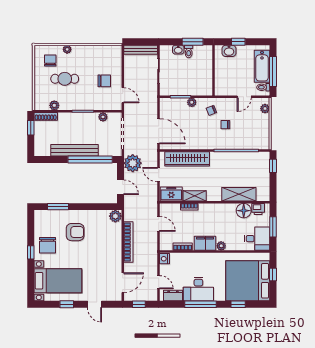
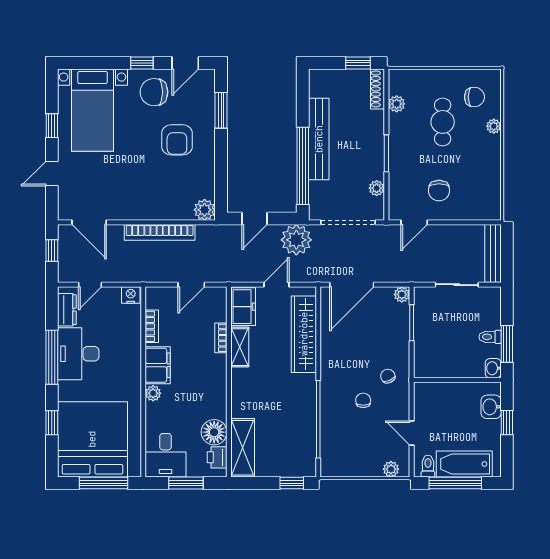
washbasin: (178, 50) -> (493, 368), moved
plant: (192, 102) -> (402, 294), moved
shelving: (239, 194) -> (243, 448), moved
door: (31, 227) -> (185, 63), added
window: (273, 274) -> (103, 483), width x2.17

